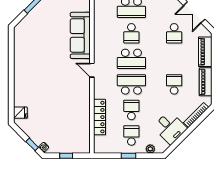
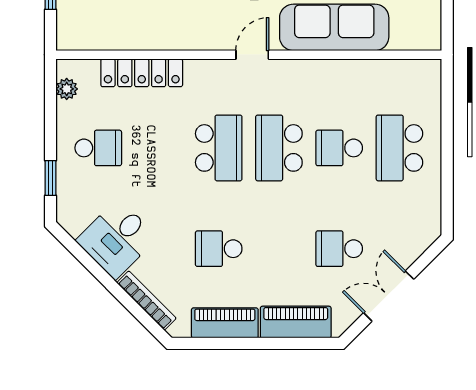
school desk: (174, 84) -> (219, 249), turned 180
school desk: (131, 110) -> (158, 148), removed
plant: (150, 149) -> (67, 89), moved
window: (128, 156) -> (51, 178), moved

